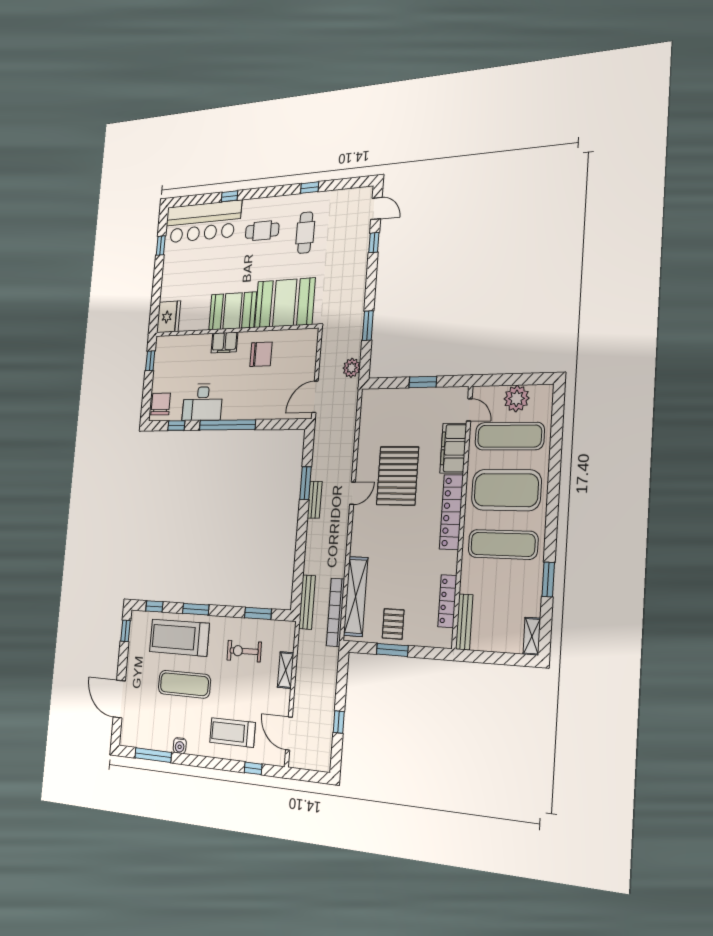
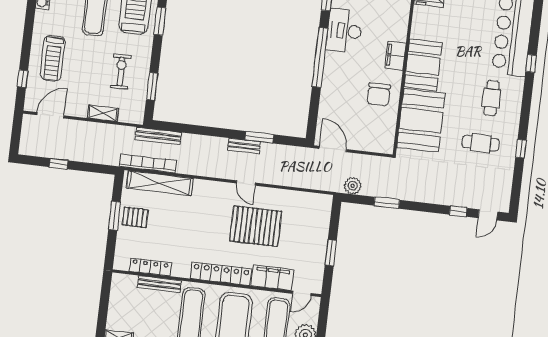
bench: (464, 622) -> (159, 284), moved
treadmill: (232, 732) -> (53, 58), turned 180

